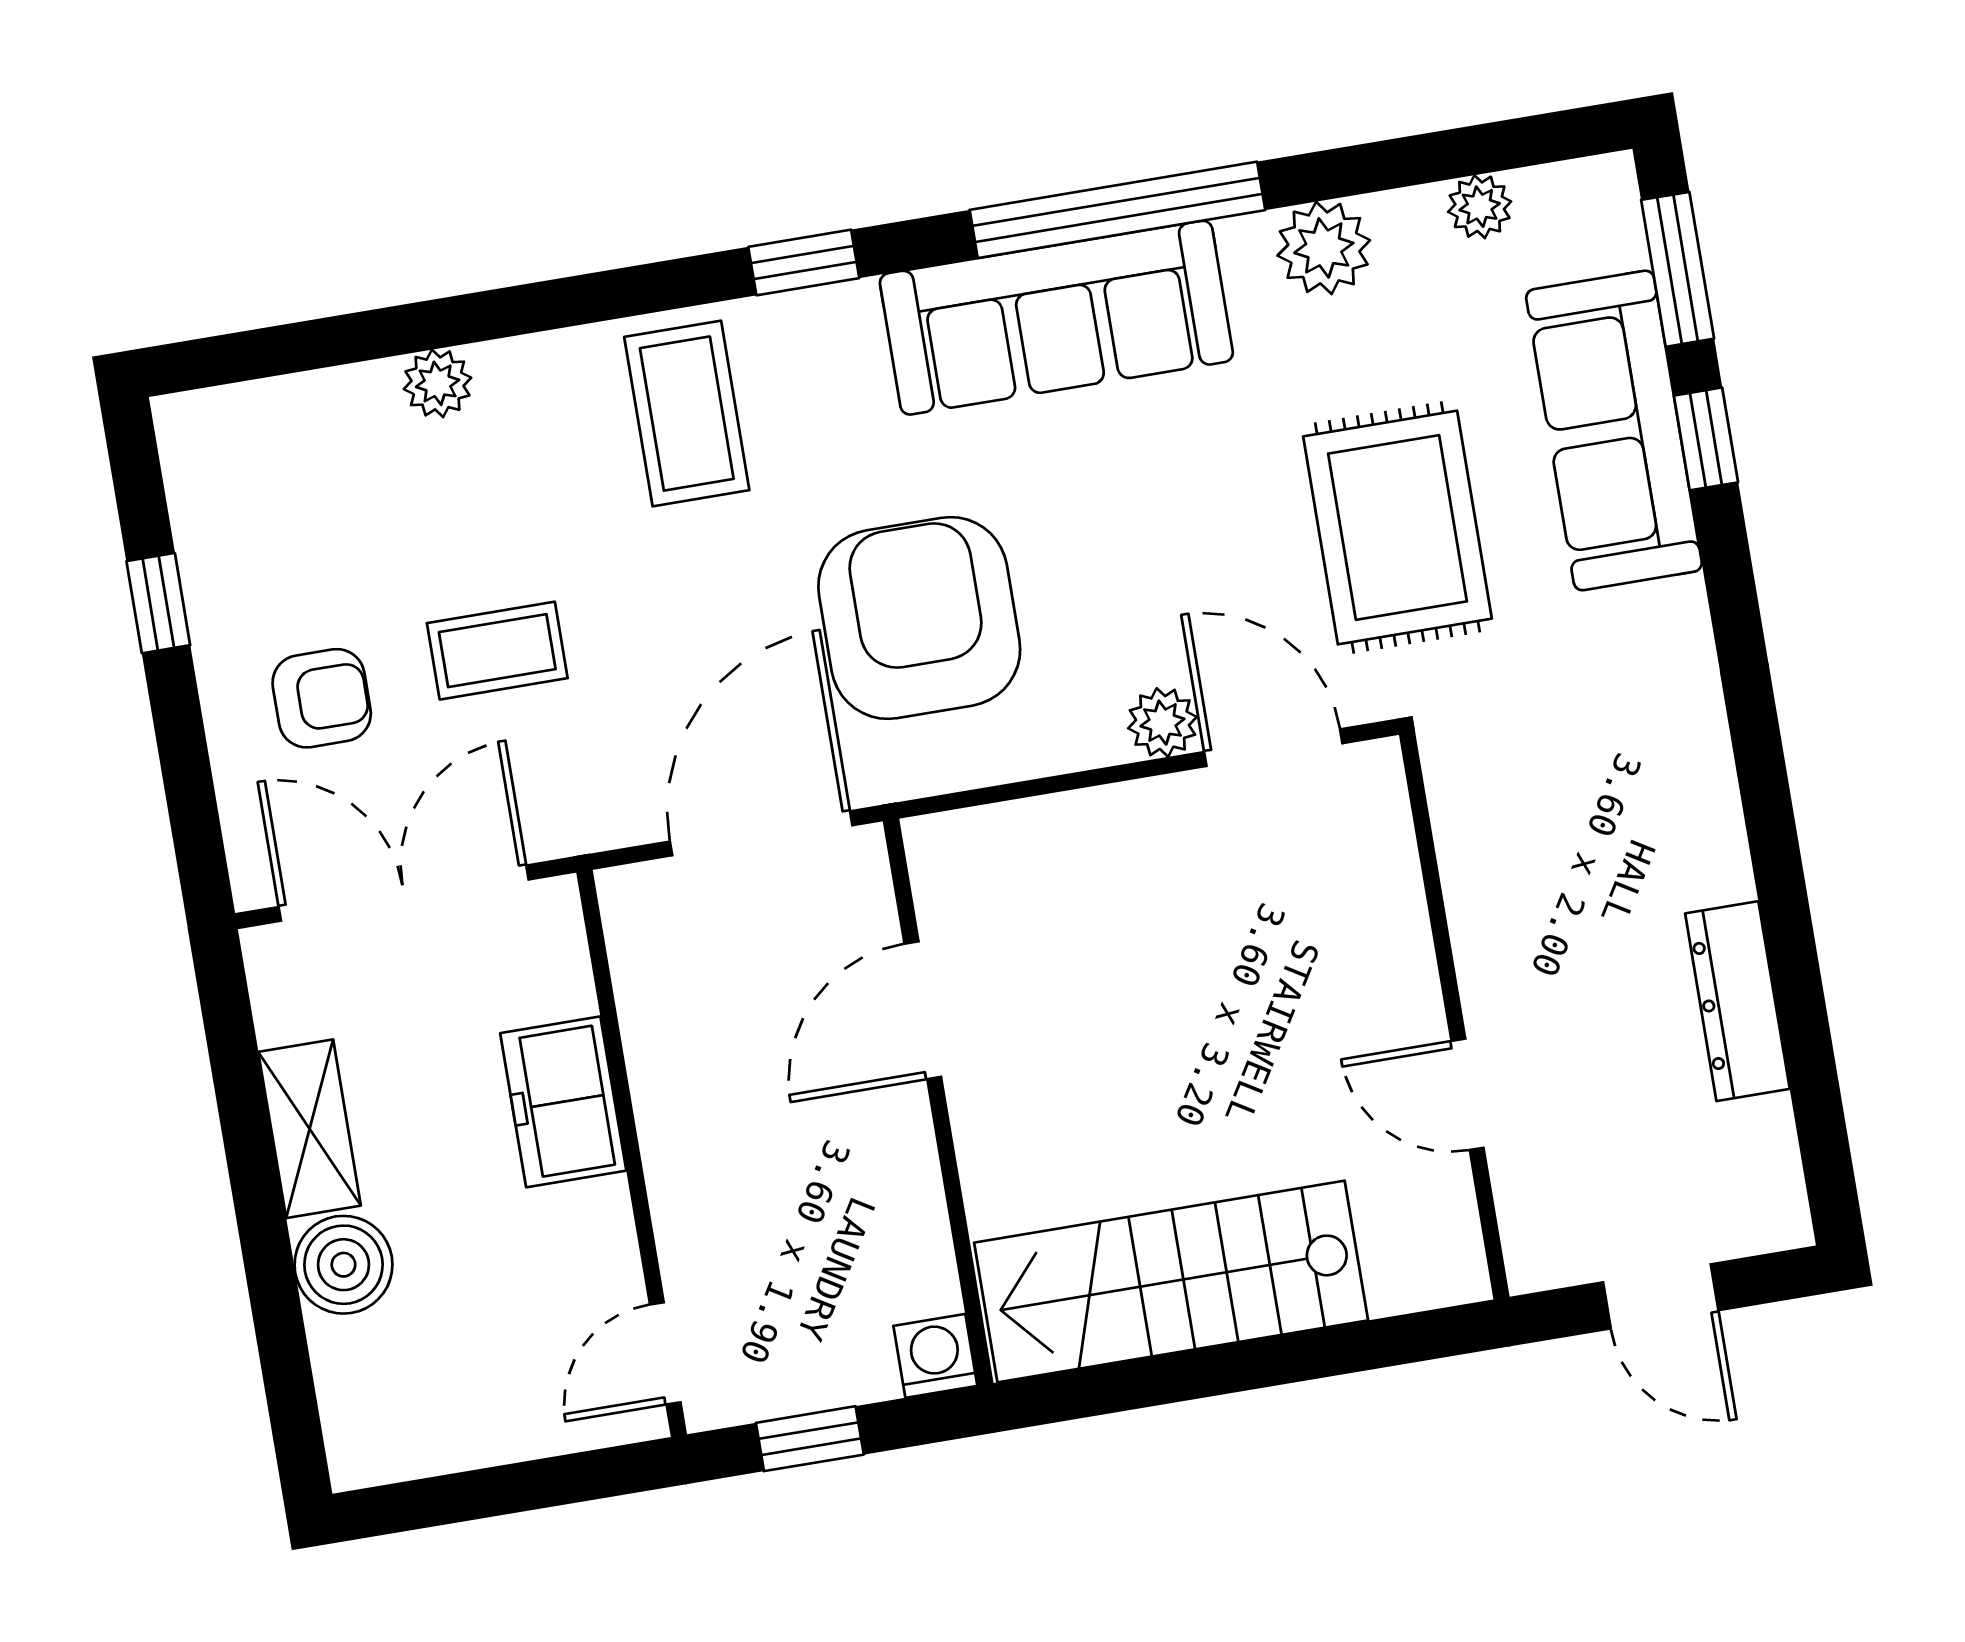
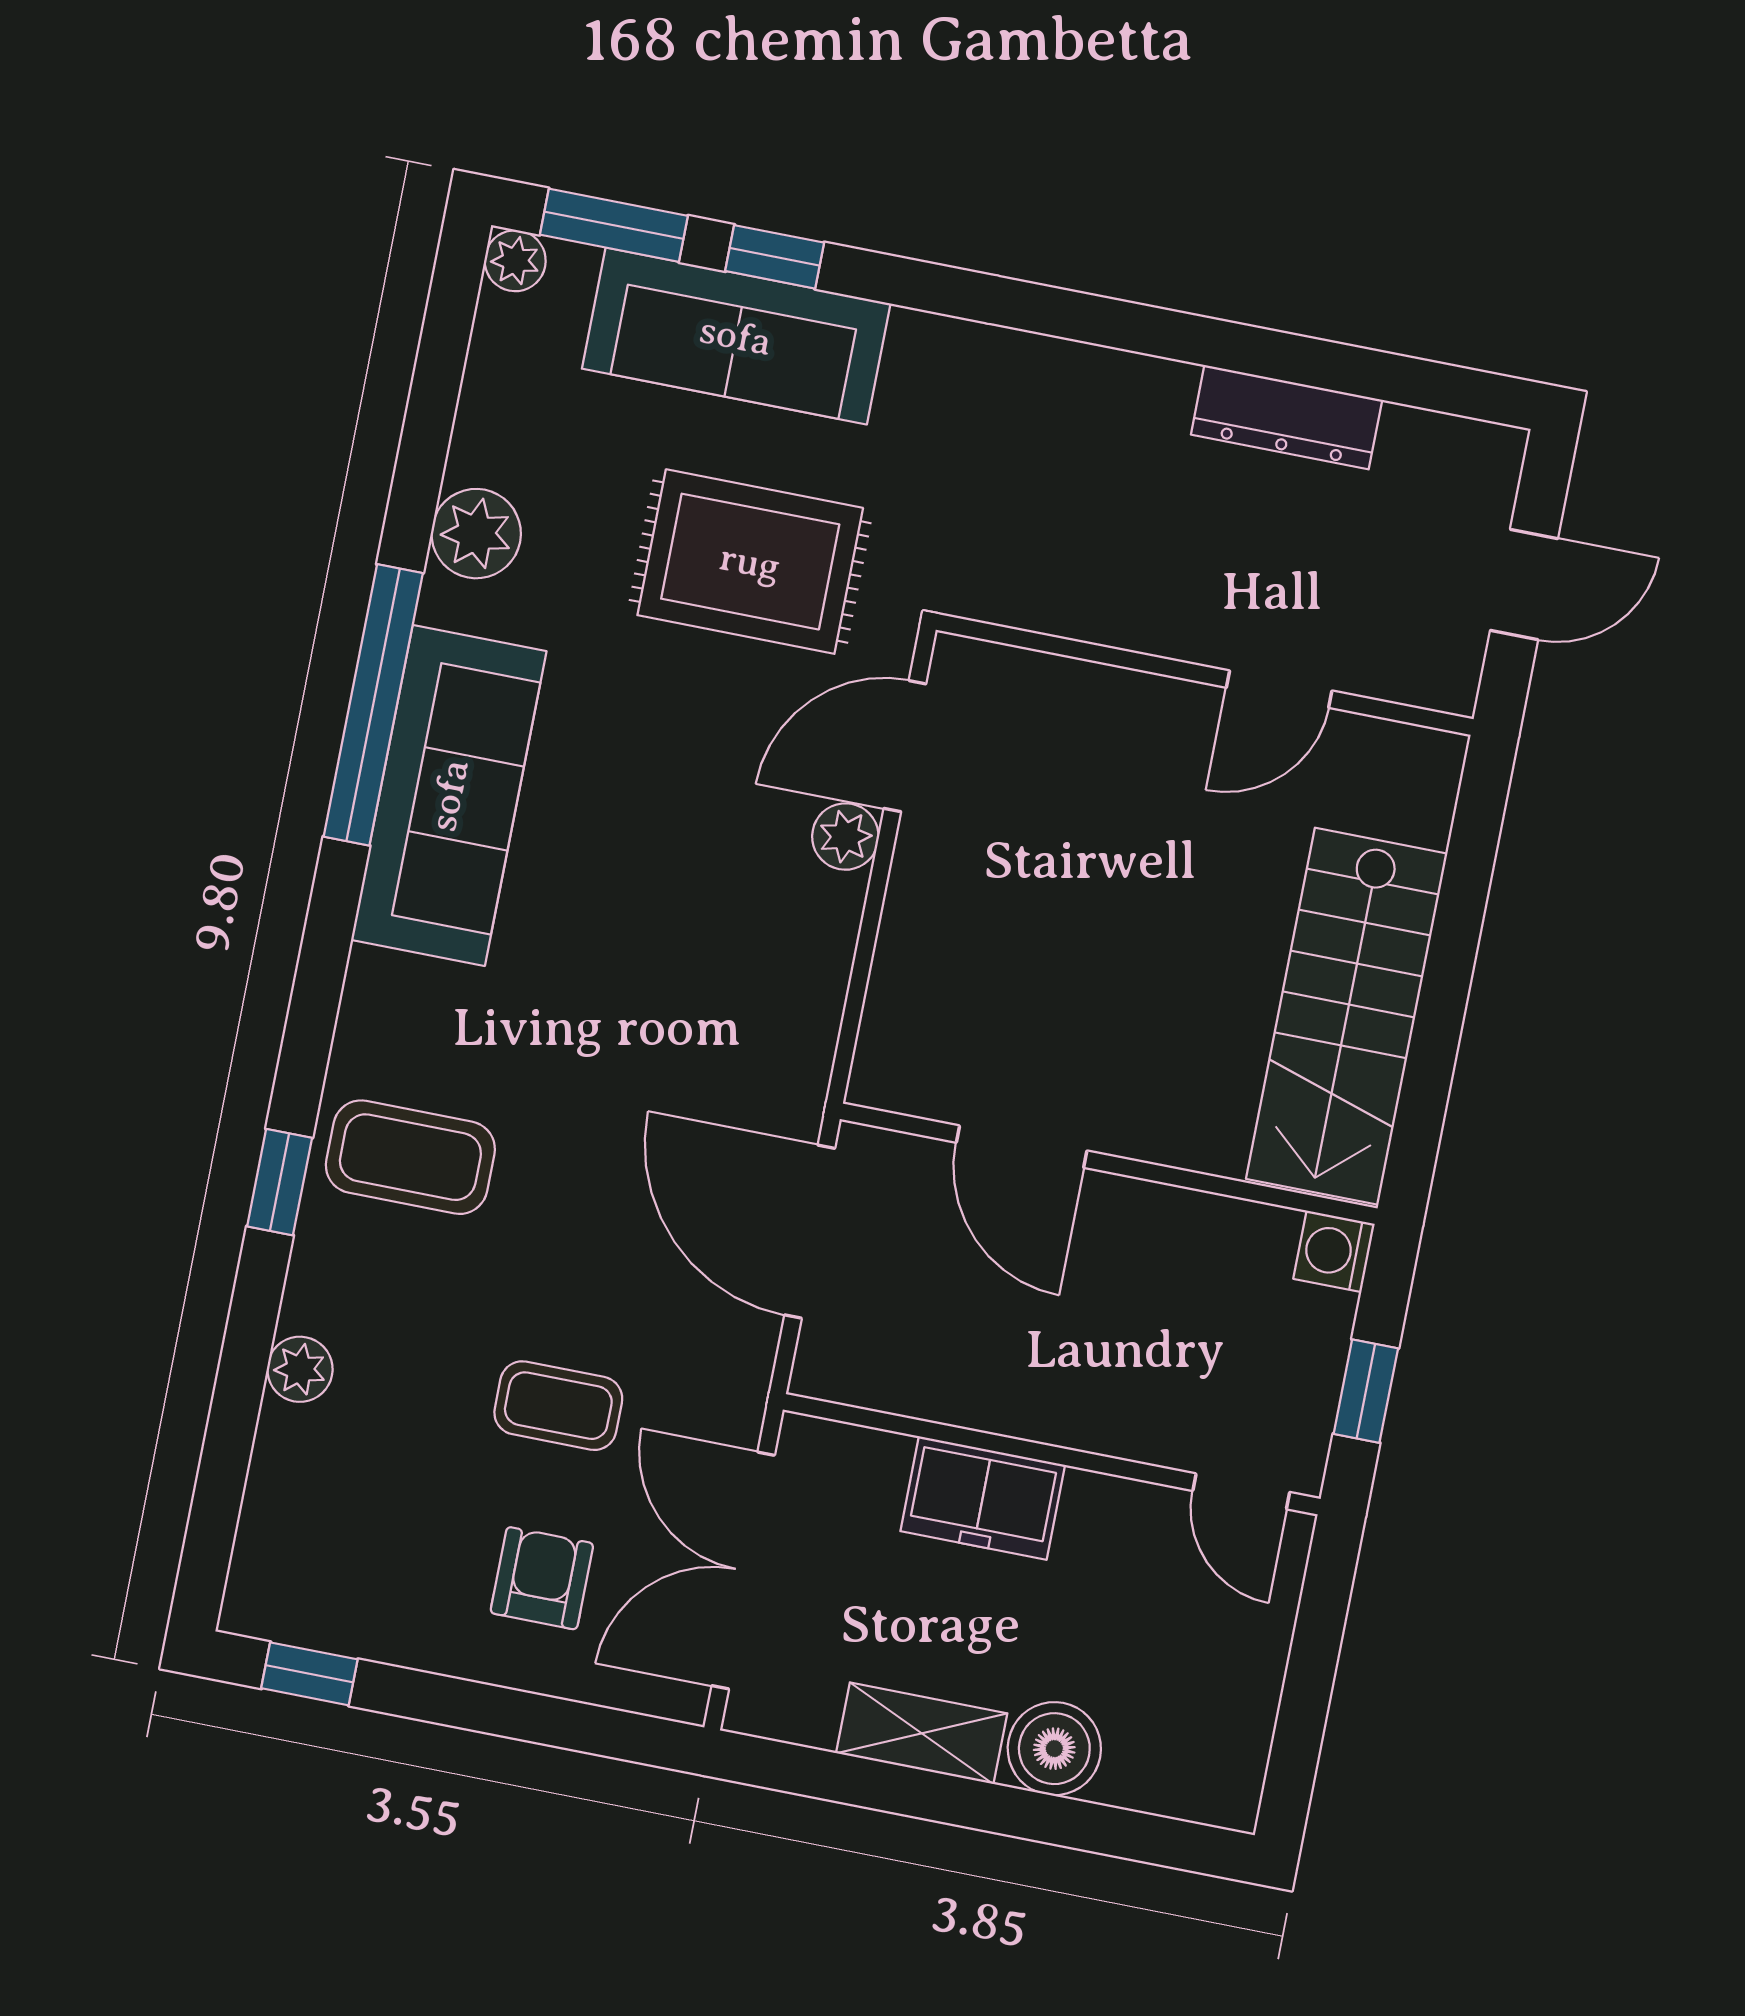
plant: (1480, 207) -> (515, 261), moved
window: (804, 262) -> (280, 1182), moved
window: (158, 603) -> (309, 1674), moved
armchair: (919, 618) -> (671, 1018), removed
coffee table: (497, 651) -> (558, 1406), turned 90

